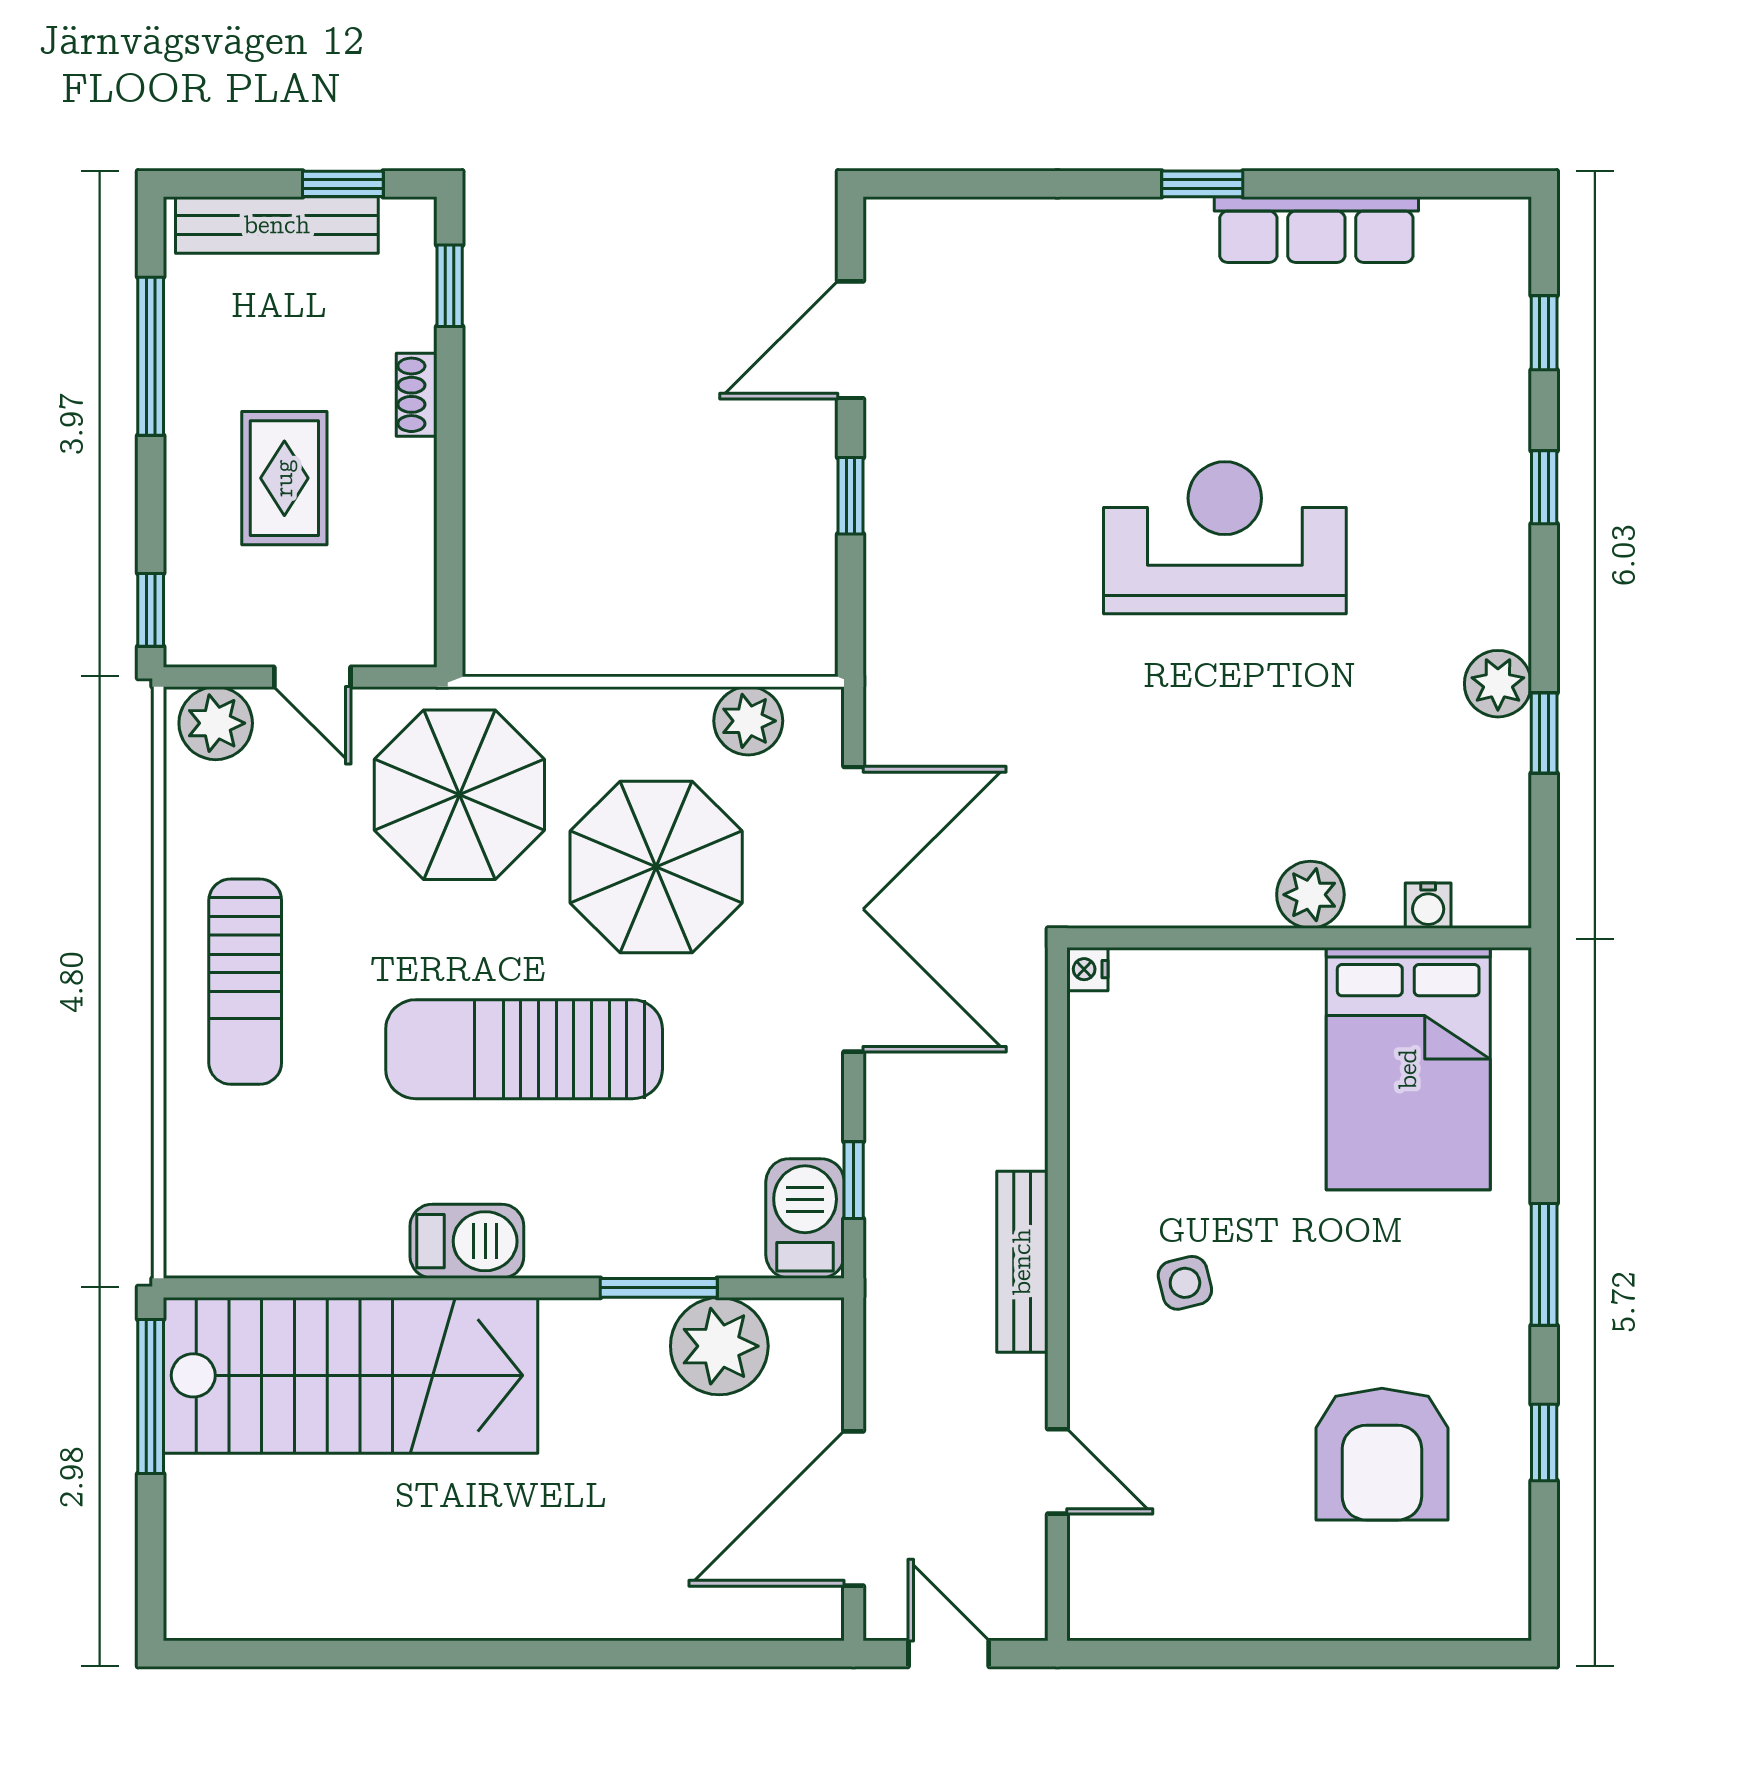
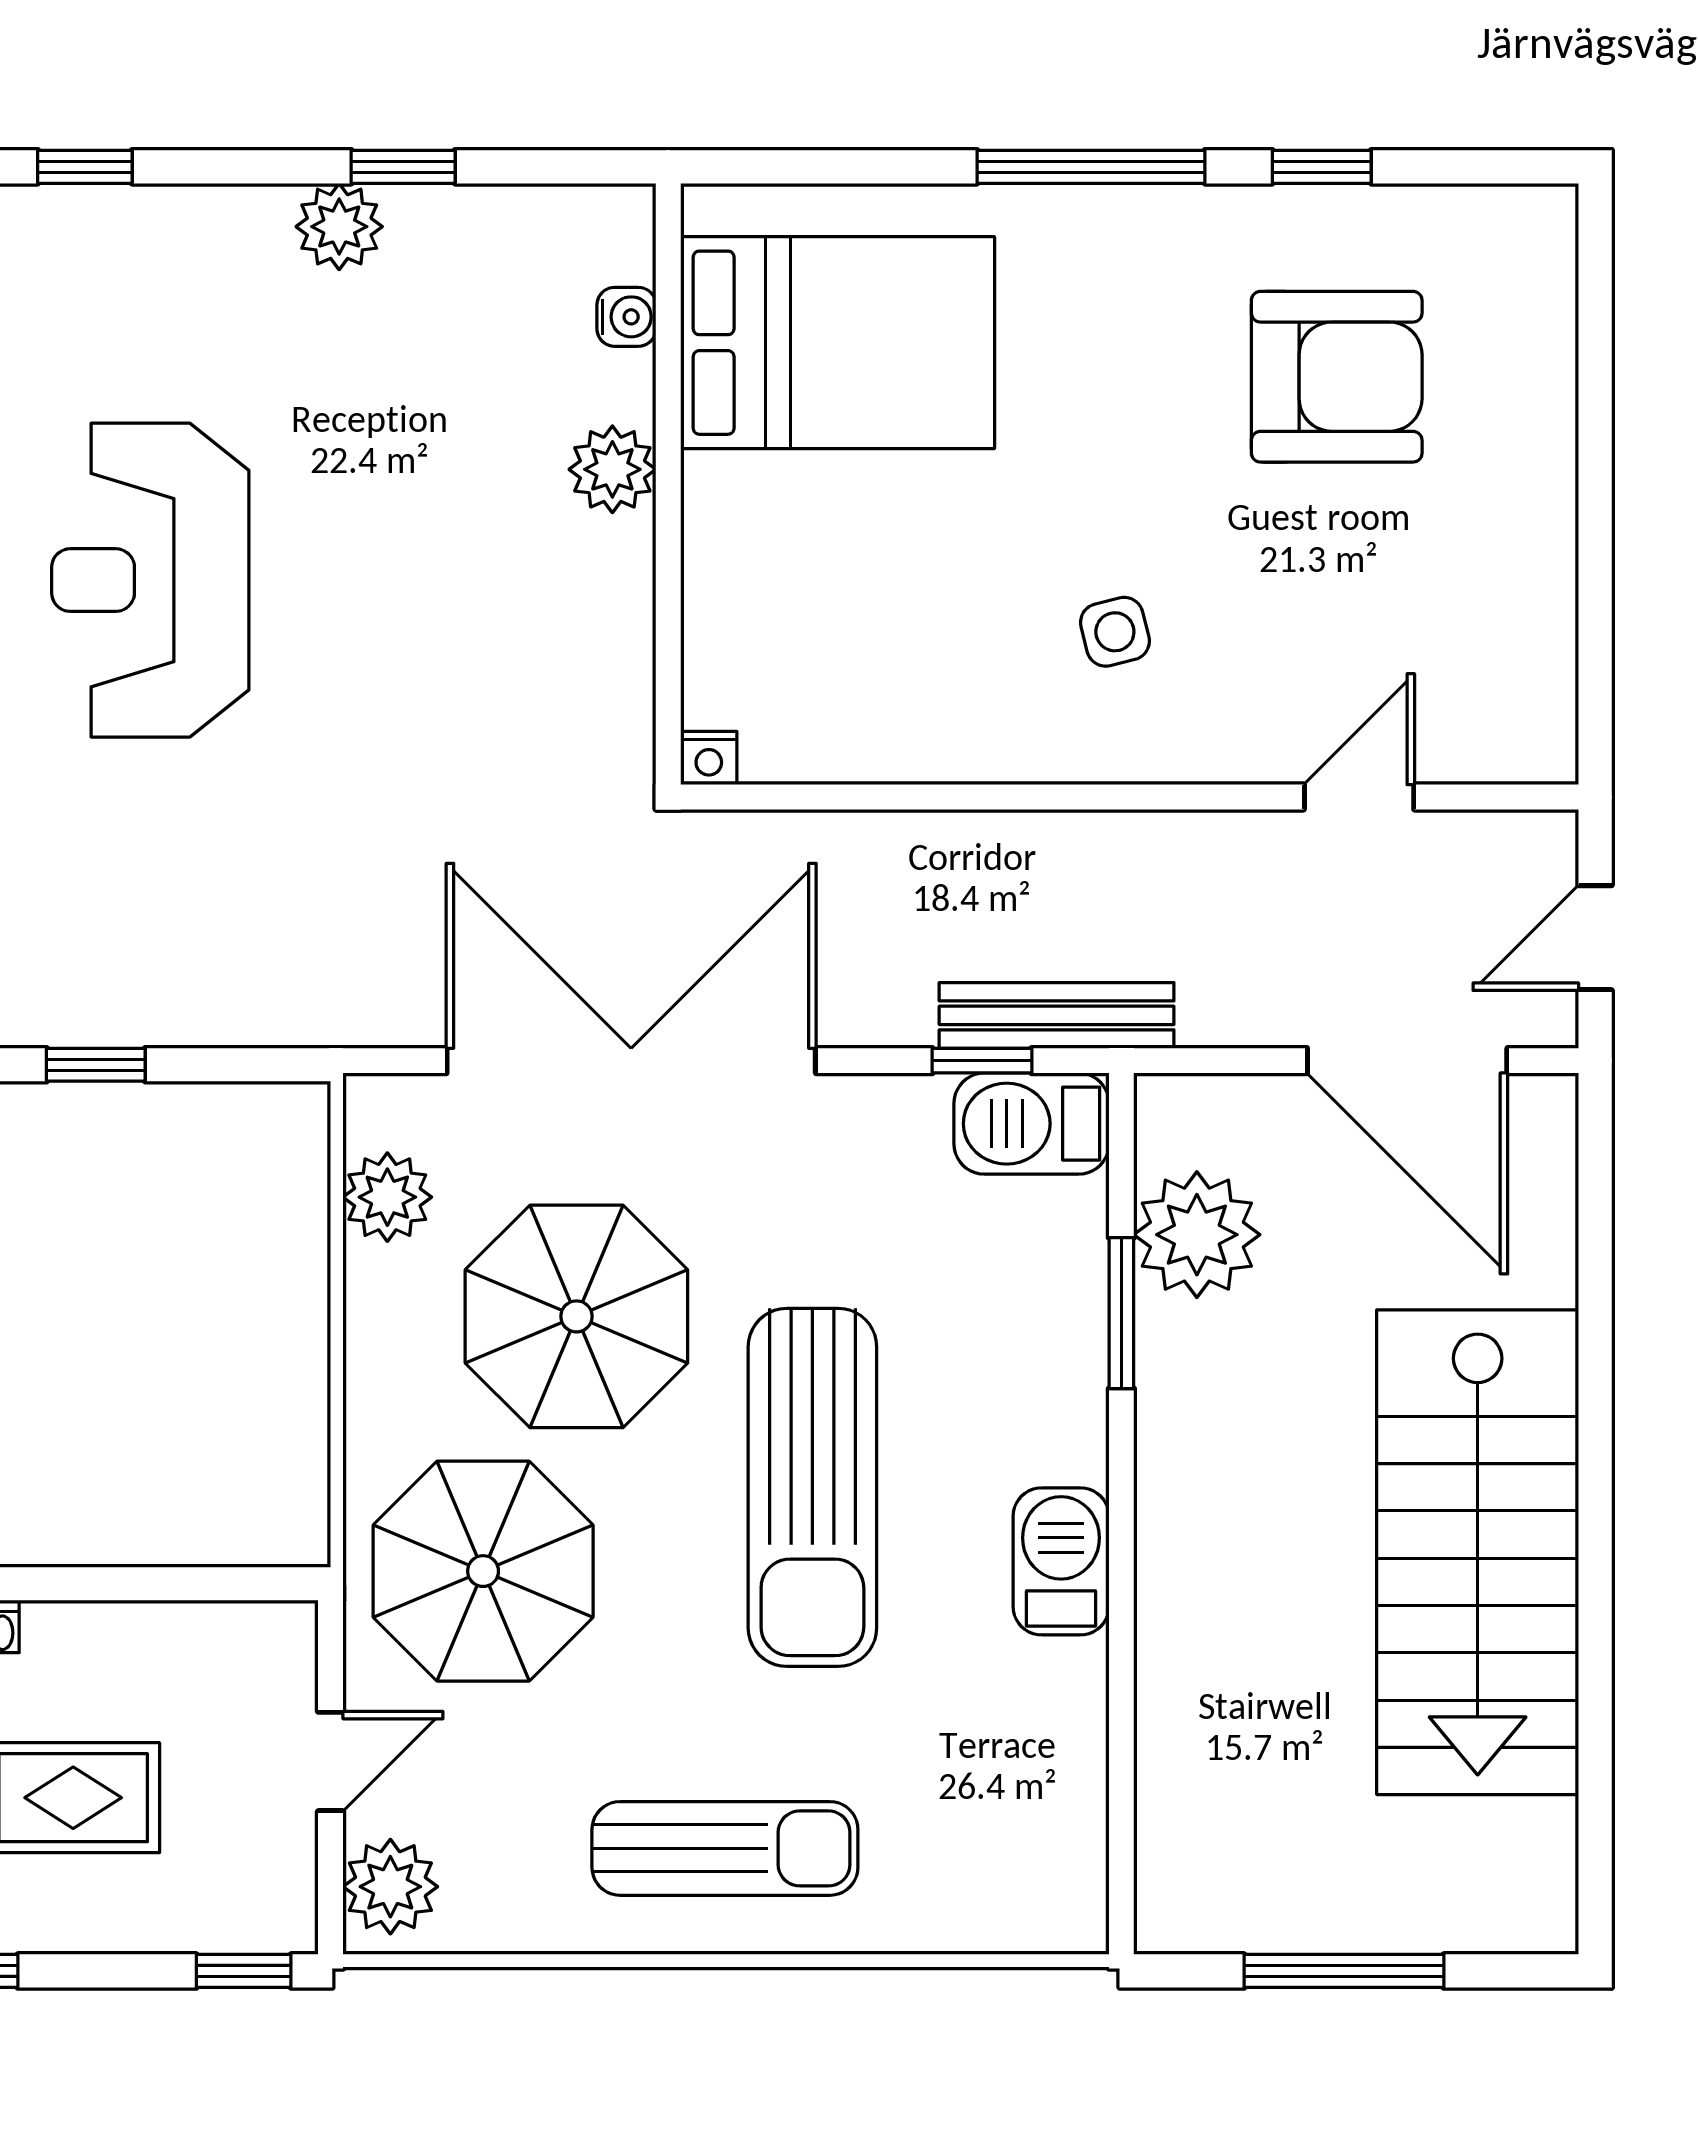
bench: (1022, 1262) -> (1057, 1015), moved
window: (1544, 1264) -> (1091, 167), width x1.44
stairs: (350, 1375) -> (1478, 1552), moved, turned 180
window: (151, 1396) -> (1344, 1971), moved

